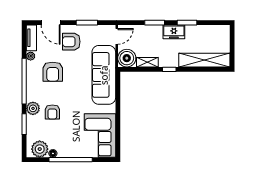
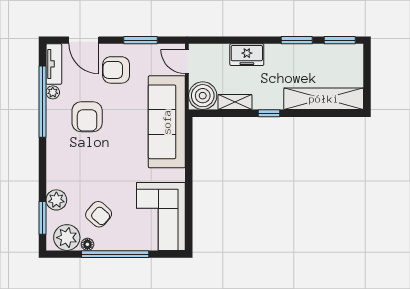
window: (155, 23) -> (340, 40), moved
freezer: (174, 32) -> (247, 55), moved
door: (117, 36) -> (187, 62), swing flipped
window: (24, 81) -> (43, 102), moved
plant: (33, 108) -> (56, 200), moved
armchair: (52, 112) -> (99, 214), moved, turned -49
window: (24, 124) -> (43, 218), moved

